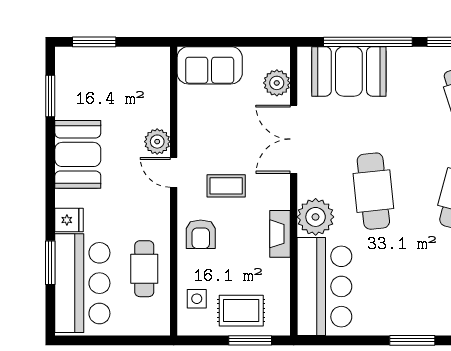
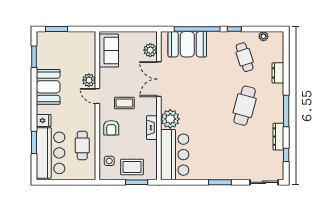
sofa: (210, 65) -> (109, 51), moved, turned -90
cafe table: (373, 191) -> (200, 106), removed

